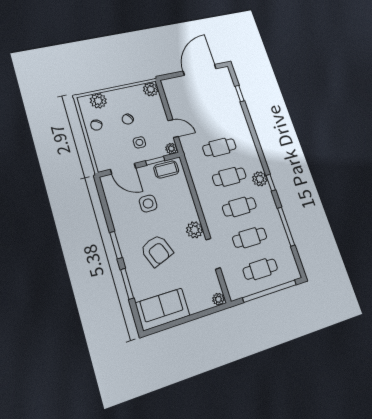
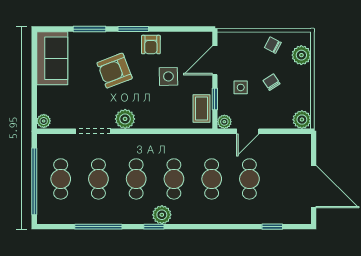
cafe table: (210, 119) -> (249, 179), added
armchair: (125, 226) -> (151, 45), added

